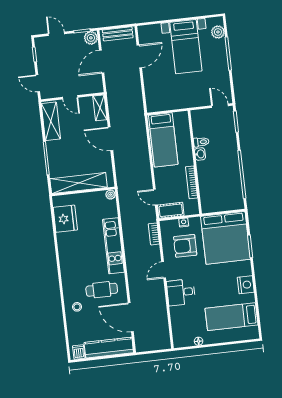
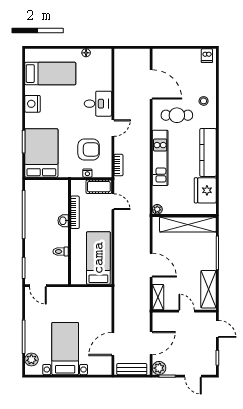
washbasin: (200, 154) -> (63, 221), moved
bed: (226, 238) -> (41, 153), width x0.73
kitchen counter: (109, 348) -> (208, 152), moved, turned 90

